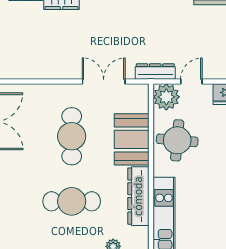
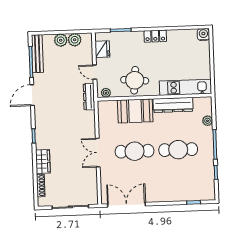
double door: (104, 81) -> (98, 153), moved
plant: (166, 97) -> (106, 93), width x0.53, depth x0.53
cafe table: (72, 201) -> (178, 150), turned 90

